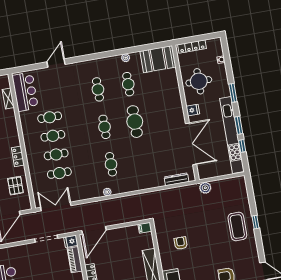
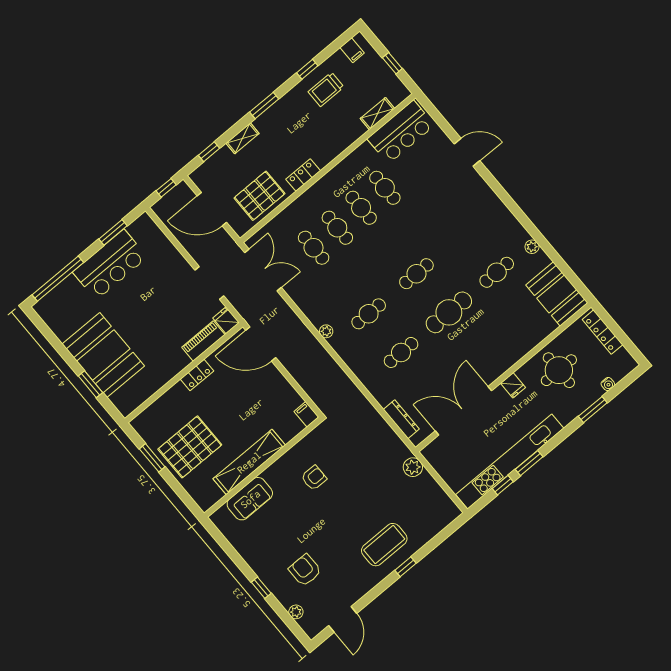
cafe table: (98, 89) -> (401, 352), moved
window: (233, 93) -> (593, 410), moved
double door: (191, 144) -> (463, 411), swing flipped
pallet: (15, 186) -> (259, 196), width x1.50, depth x1.42

